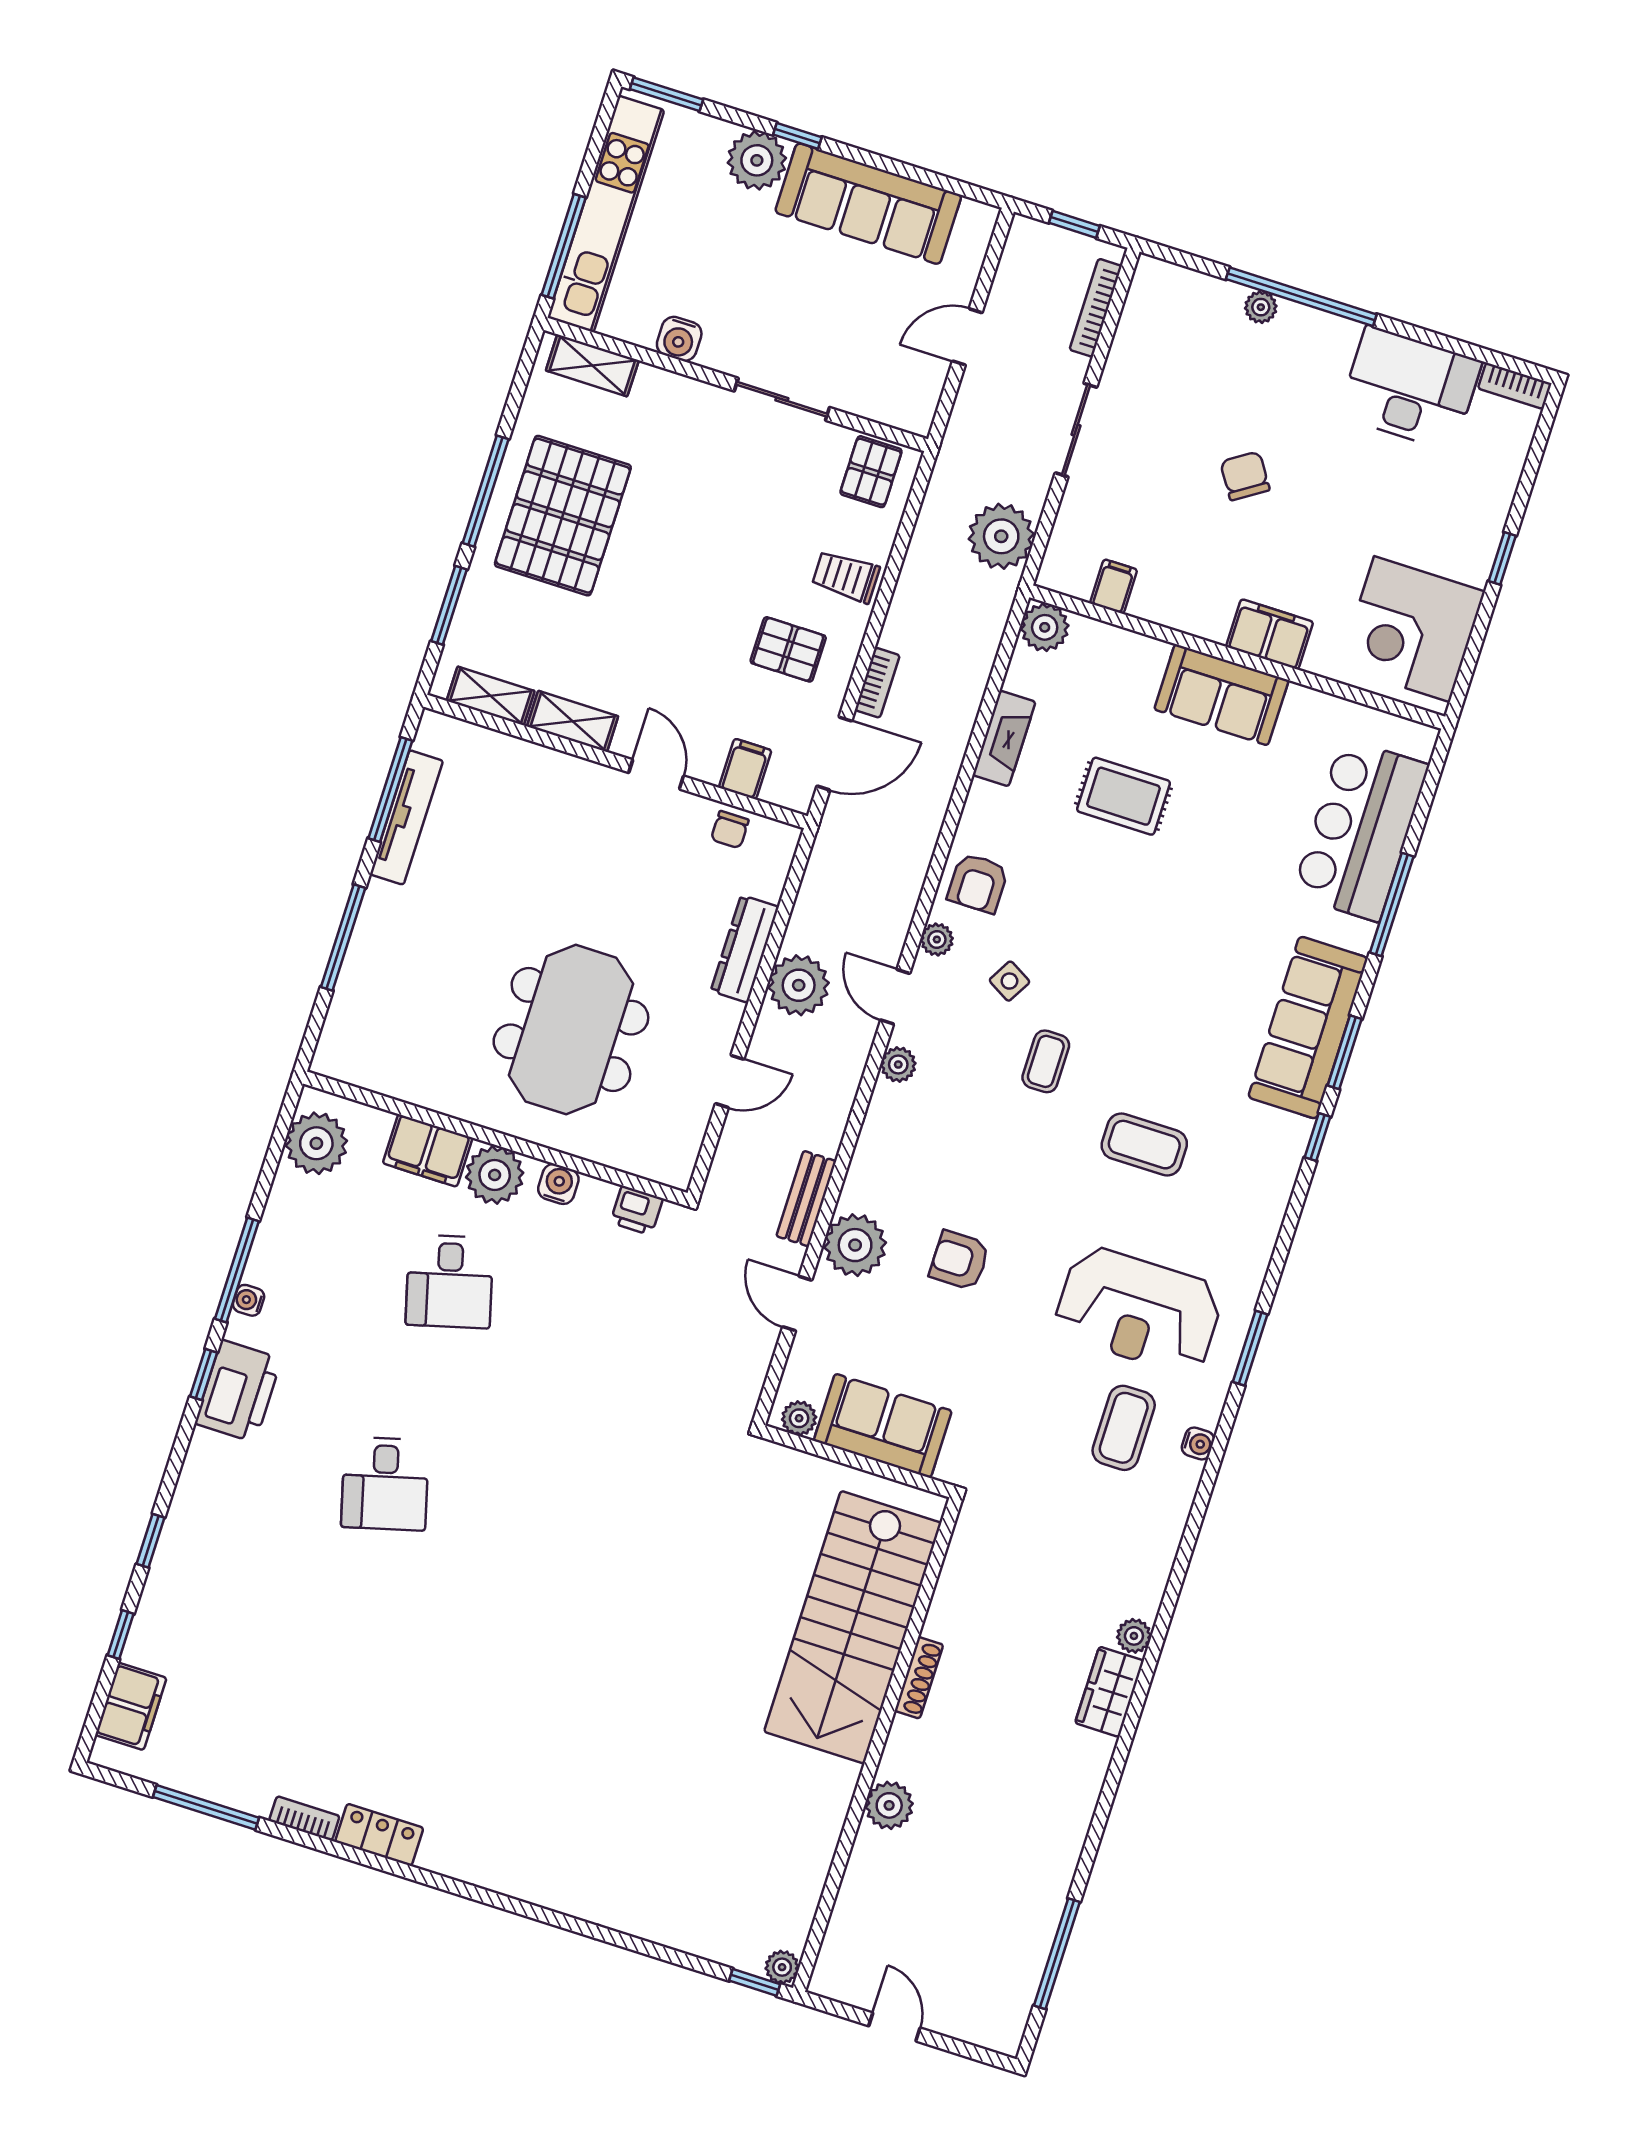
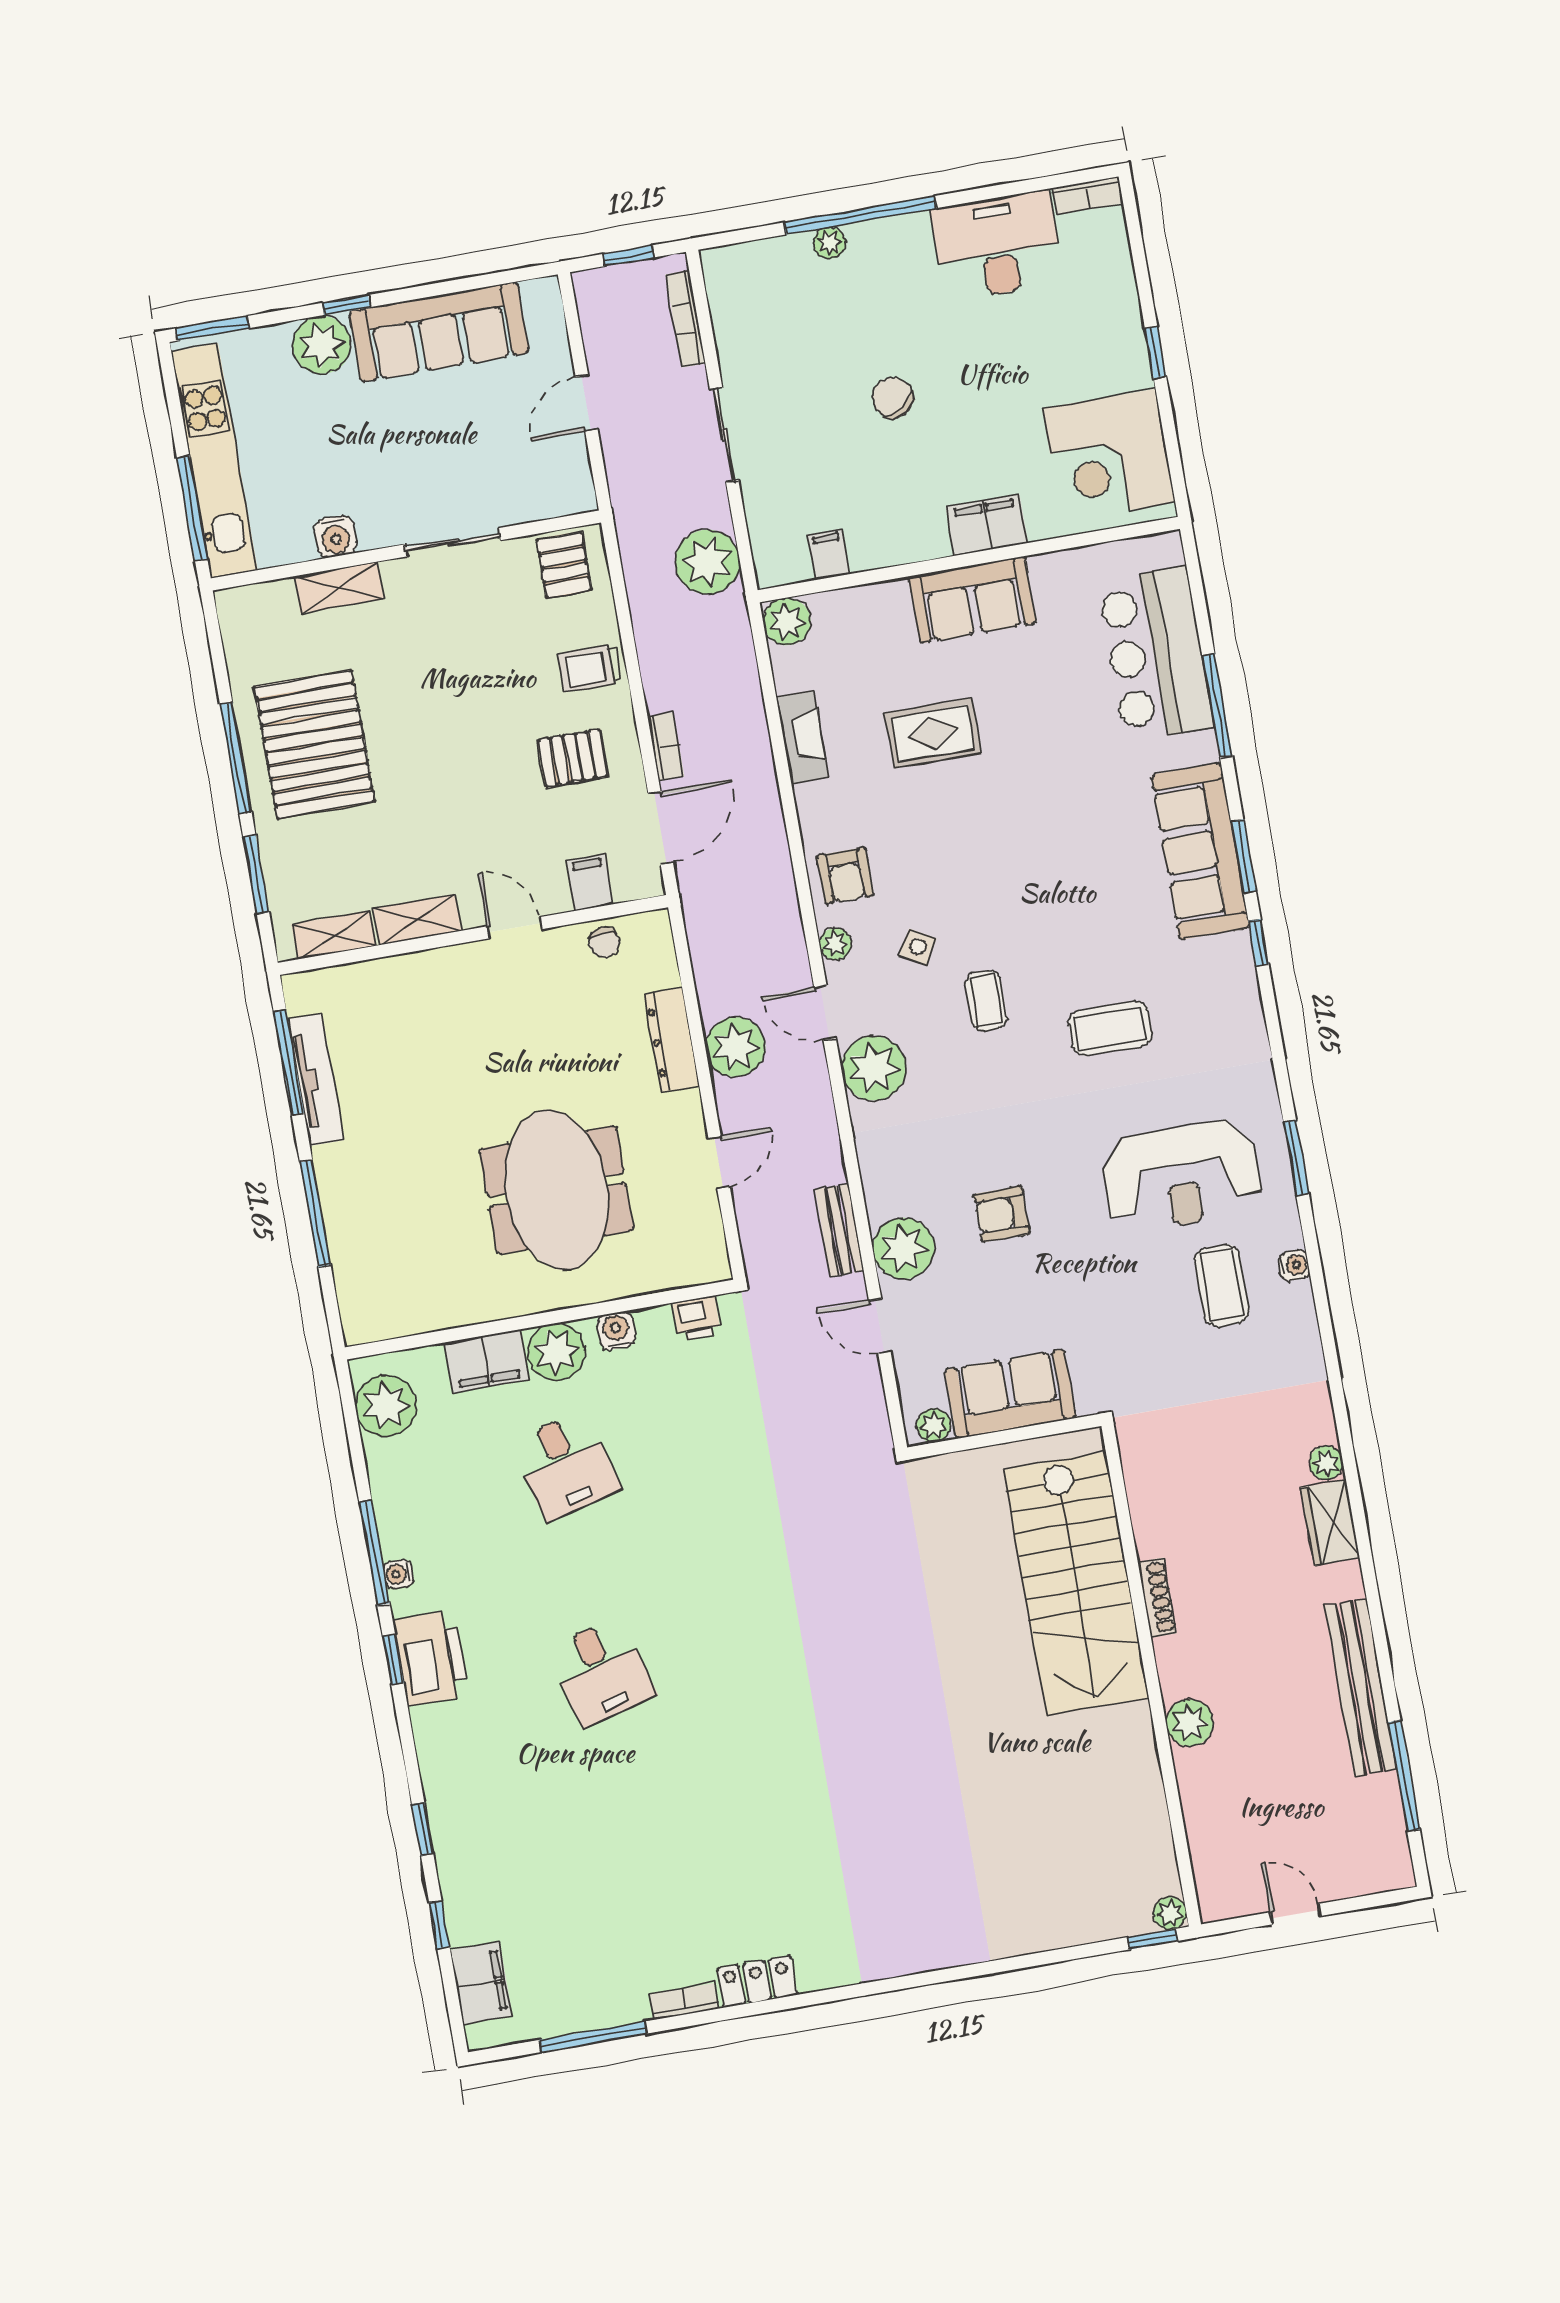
shelving: (592, 365) -> (339, 588), moved
plant: (898, 1065) -> (874, 1068), width x1.88, depth x1.88
bench: (1059, 1854) -> (1360, 1687), added

